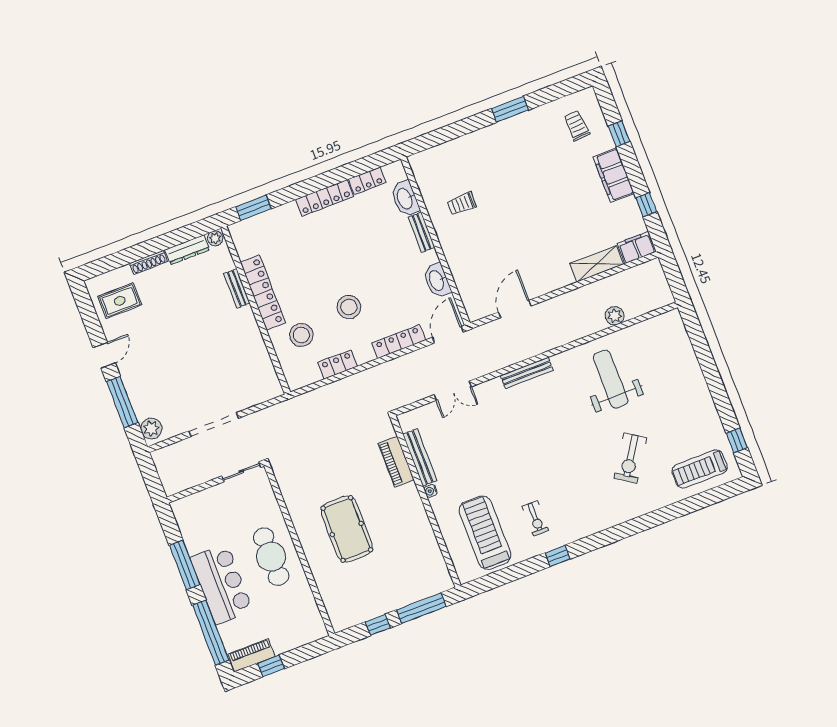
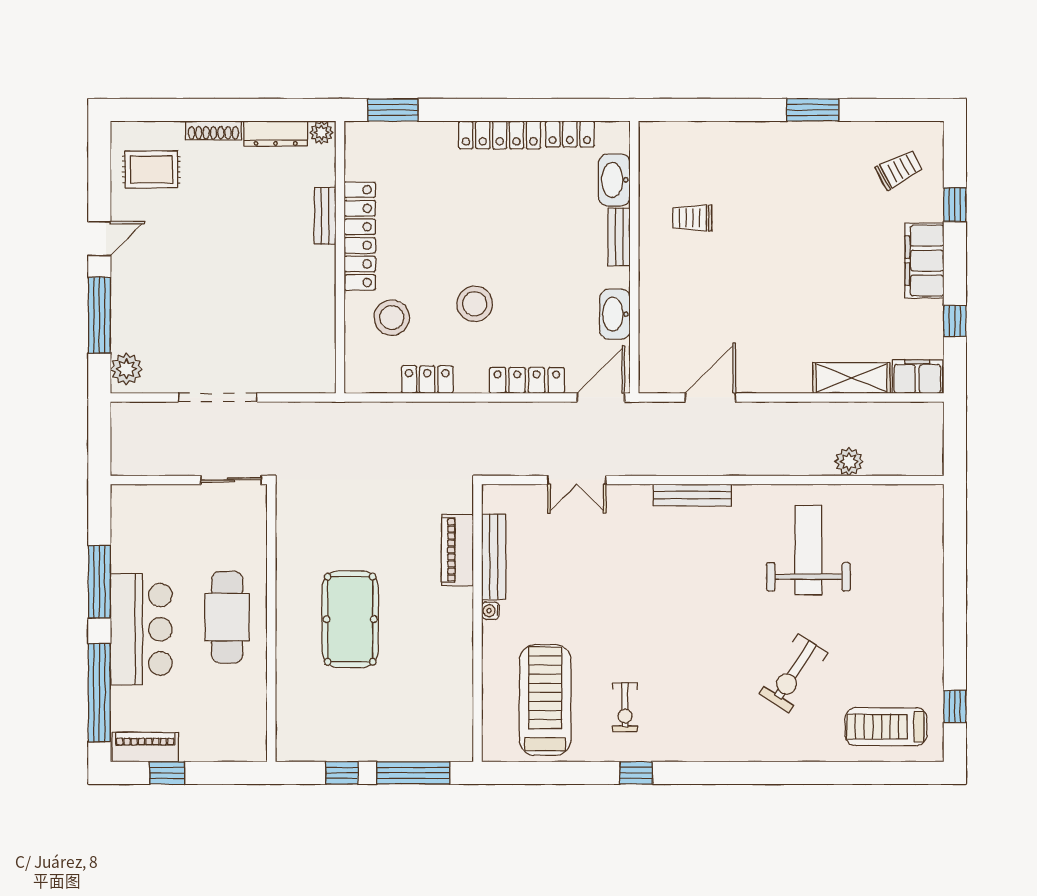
trolley: (577, 126) -> (899, 170), turned 66

